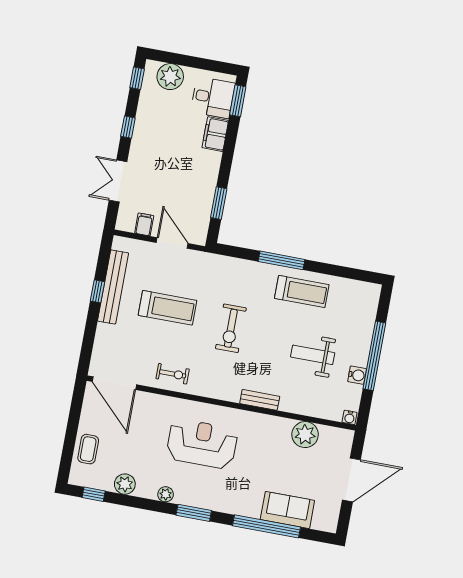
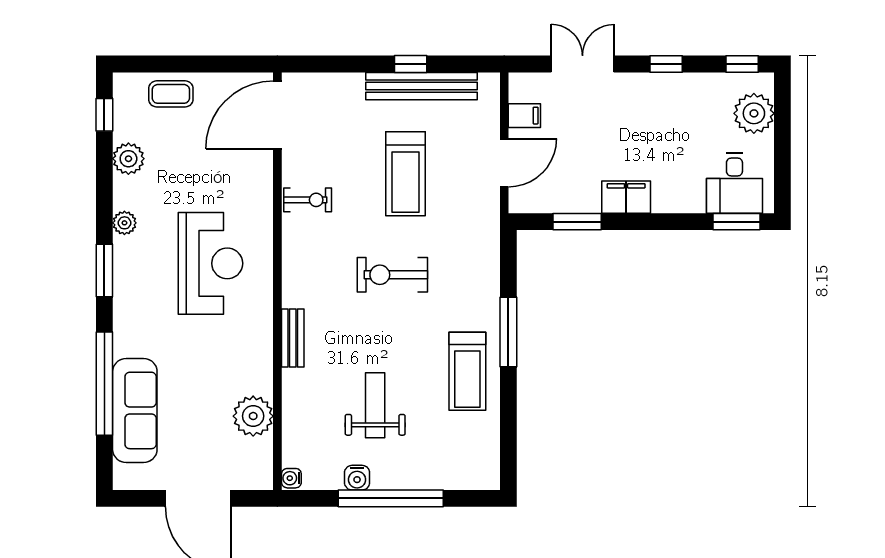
filing cabinet: (215, 134) -> (626, 197), moved
exercise bike: (173, 374) -> (308, 200), turned -90
sofa: (287, 510) -> (135, 410), width x1.36

